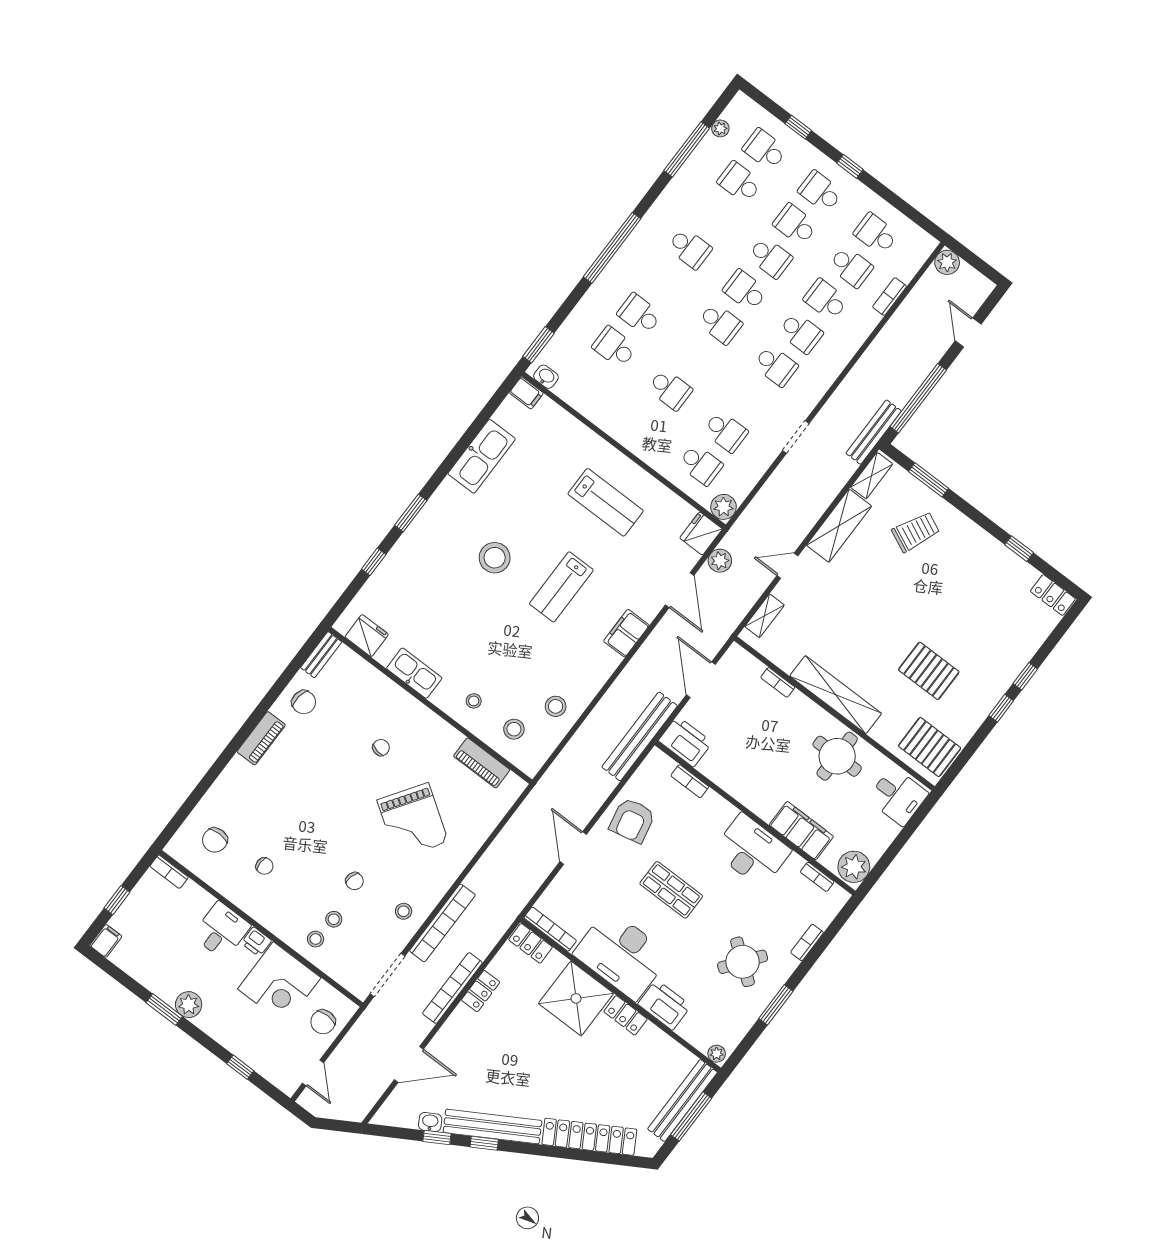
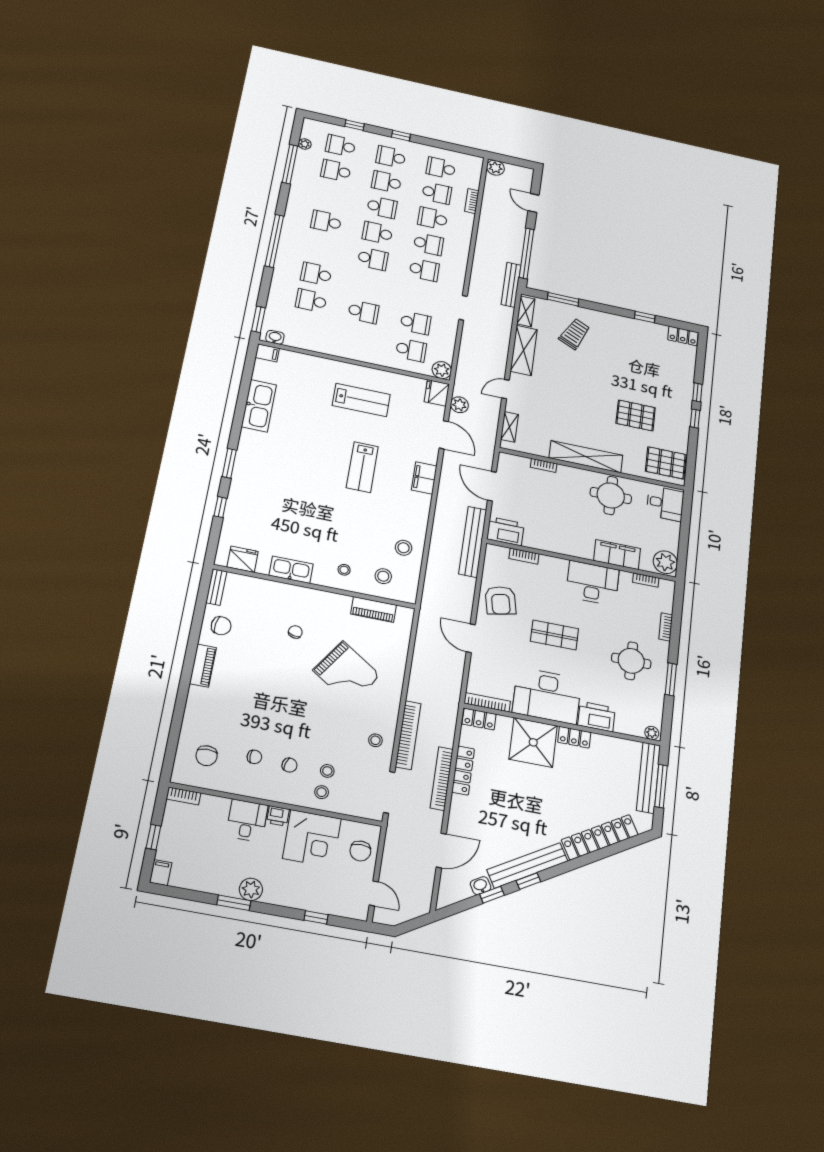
school desk: (690, 248) -> (326, 222), turned 180
stool: (495, 558) -> (305, 468), removed
chair: (354, 881) -> (290, 765), moved
round table: (743, 962) -> (631, 661), turned -37
locker: (481, 991) -> (463, 771), width x1.53

